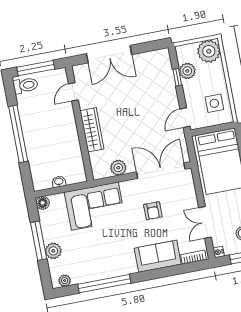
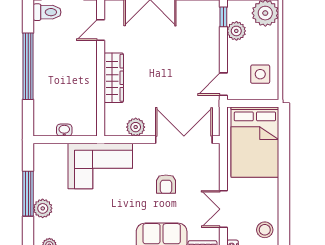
window: (177, 77) -> (223, 17), moved
floor lamp: (43, 203) -> (41, 151), removed

